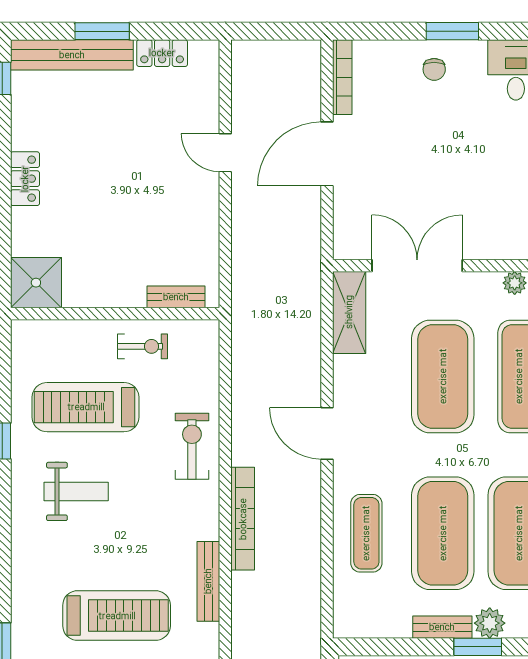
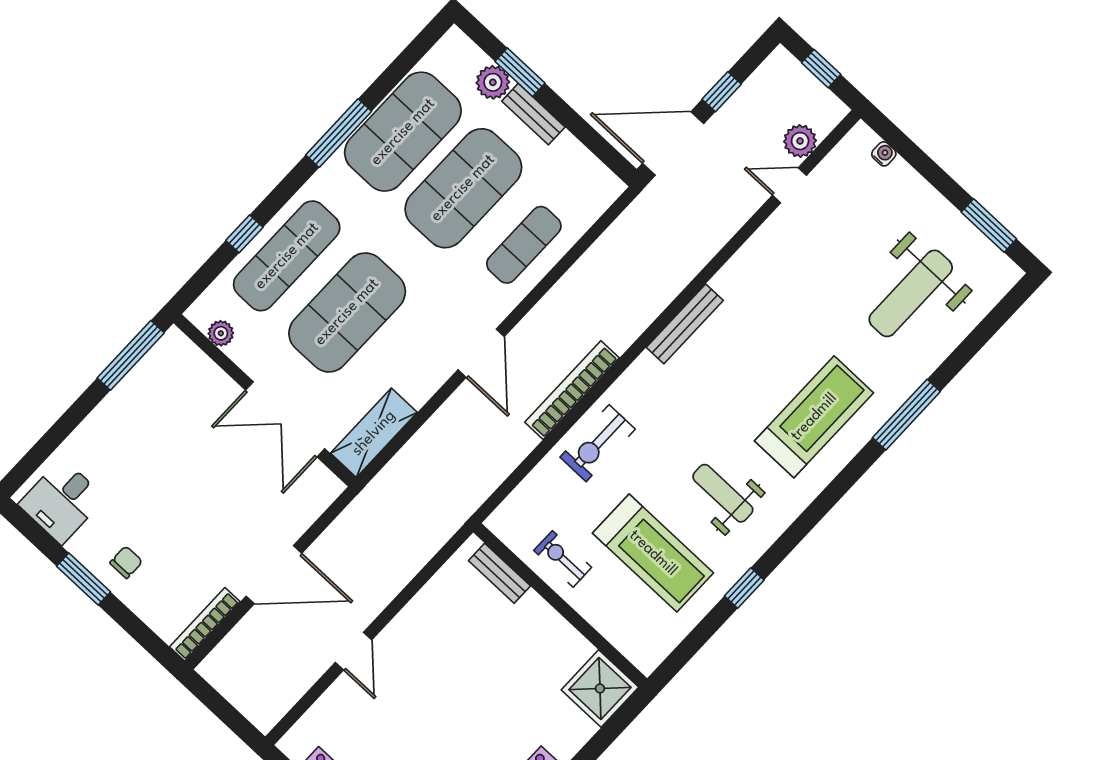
bookcase: (243, 519) -> (572, 390), moved
treadmill: (117, 616) -> (814, 417), moved, turned 90

